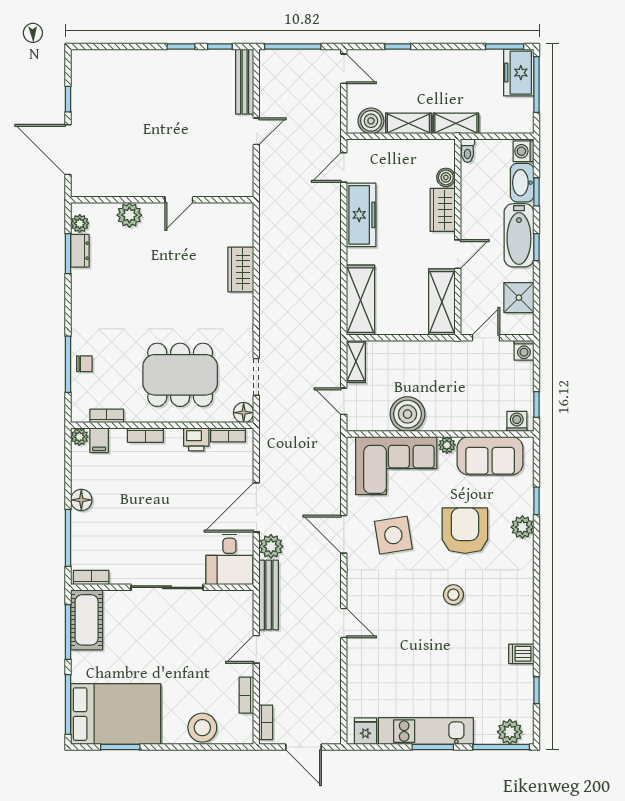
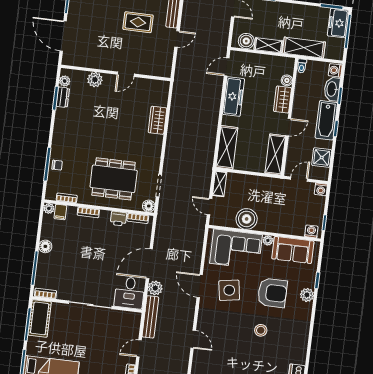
rug: (189, 112) -> (138, 22), added
shelving: (456, 123) -> (304, 48), width x1.50, depth x1.33
armchair: (465, 531) -> (272, 293), turned 90

